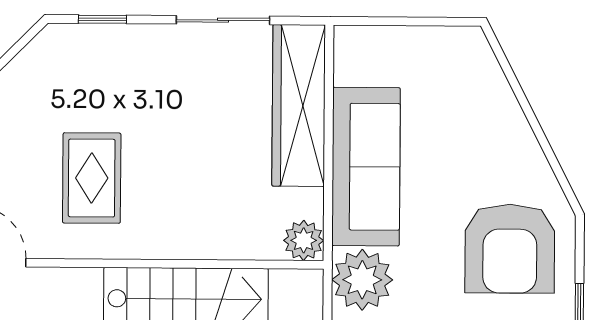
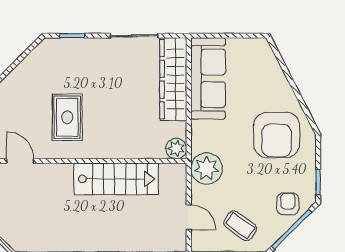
sofa: (366, 167) -> (208, 78), moved
armchair: (510, 249) -> (277, 135), moved

